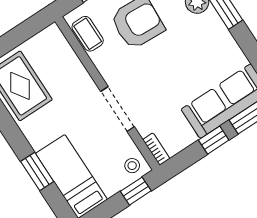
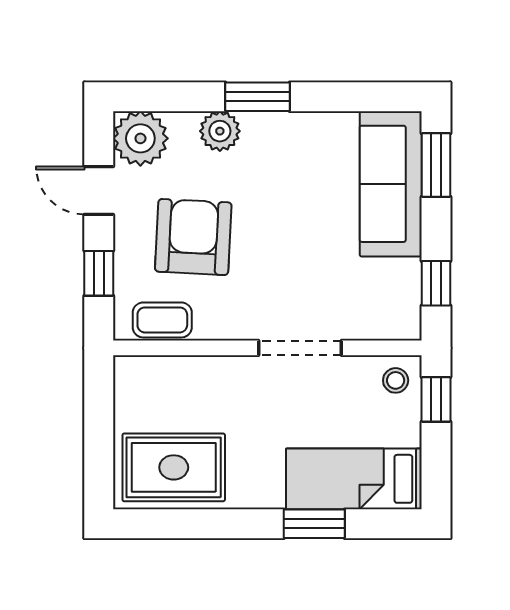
window: (214, 140) -> (436, 283), moved
bookcase: (156, 149) -> (395, 330), removed

